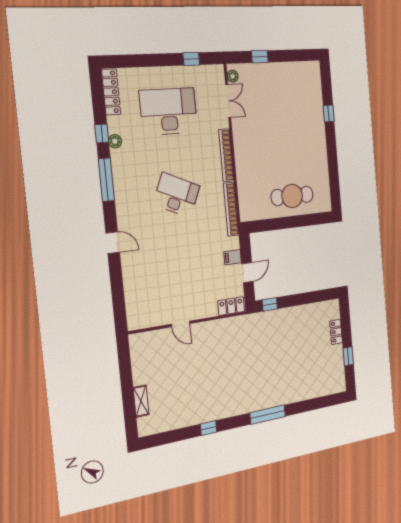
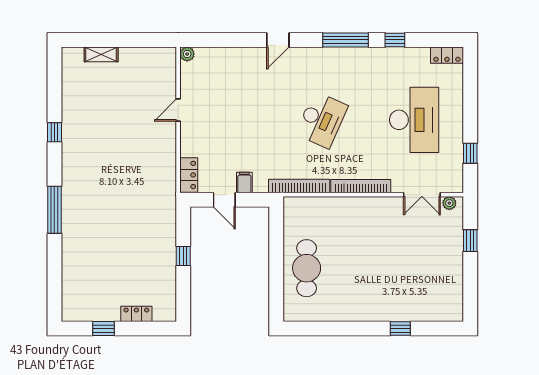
locker: (111, 92) -> (447, 55), width x0.66
plant: (115, 141) -> (187, 54), moved
window: (270, 304) -> (183, 256), moved

